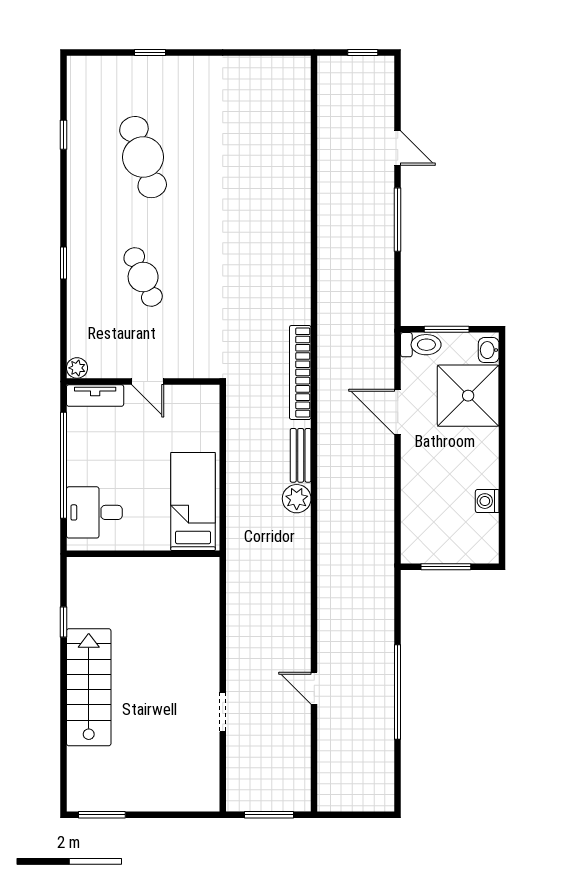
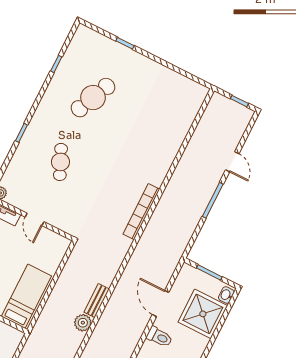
cafe table: (143, 157) -> (93, 98), turned 42
toilet: (421, 345) -> (159, 337), moved
bookcase: (300, 372) -> (141, 212), moved

